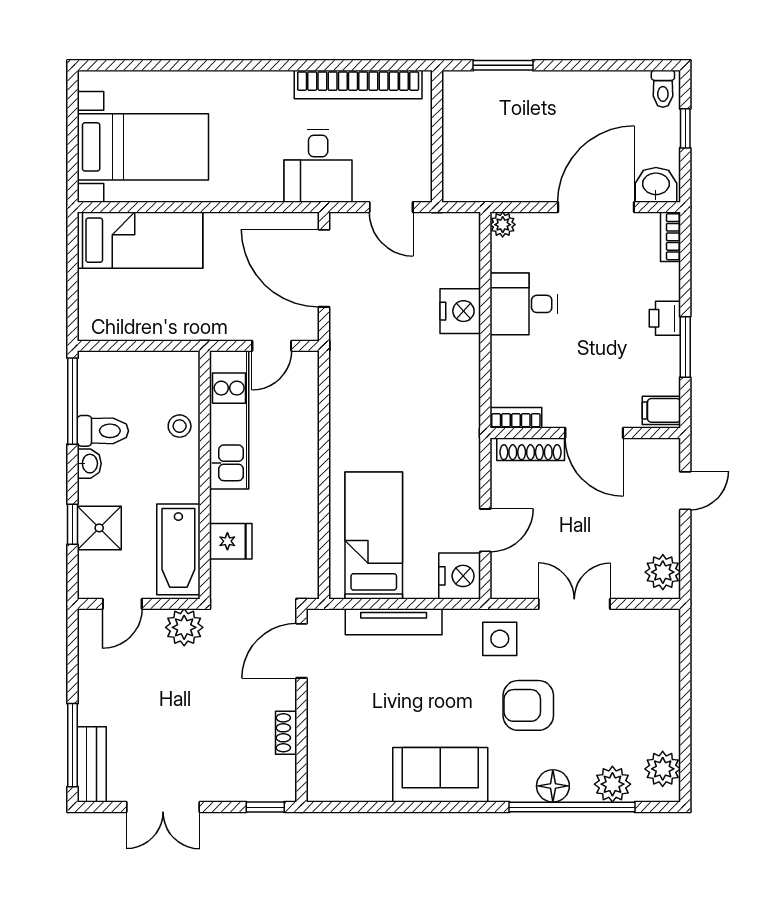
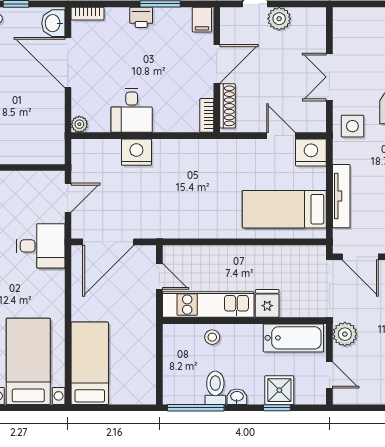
fridge: (231, 541) -> (267, 303), moved
plant: (663, 572) -> (279, 19), moved

